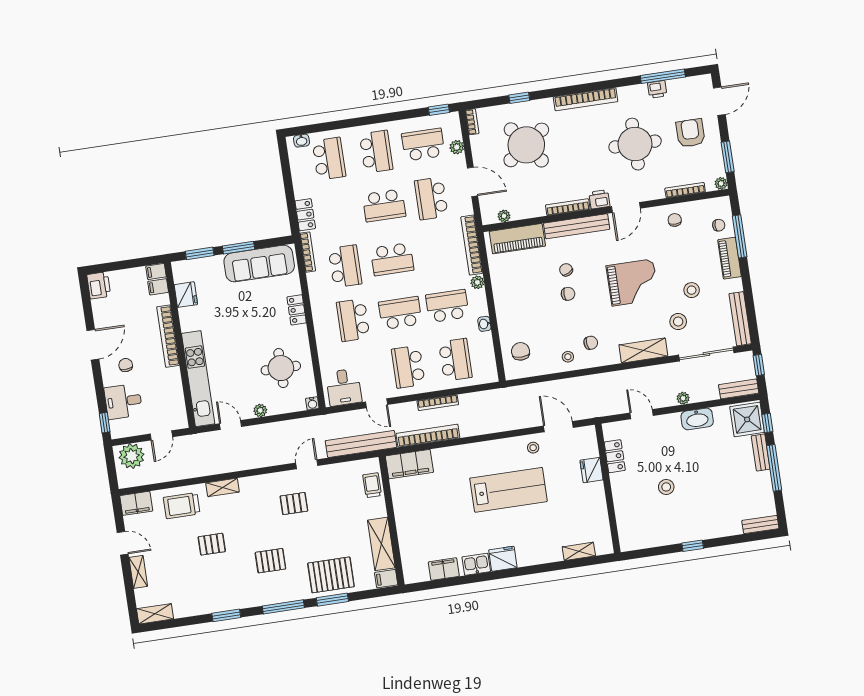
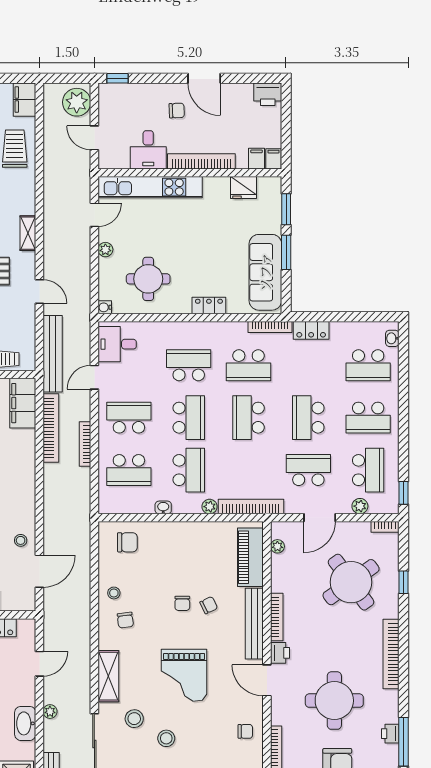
desk: (123, 401) -> (148, 150), moved, turned 180
shelving: (222, 487) -> (28, 233), moved

